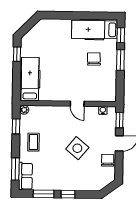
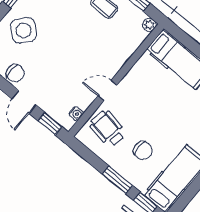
wheelchair: (97, 87) -> (108, 129), added
side table: (77, 148) -> (24, 30), moved

